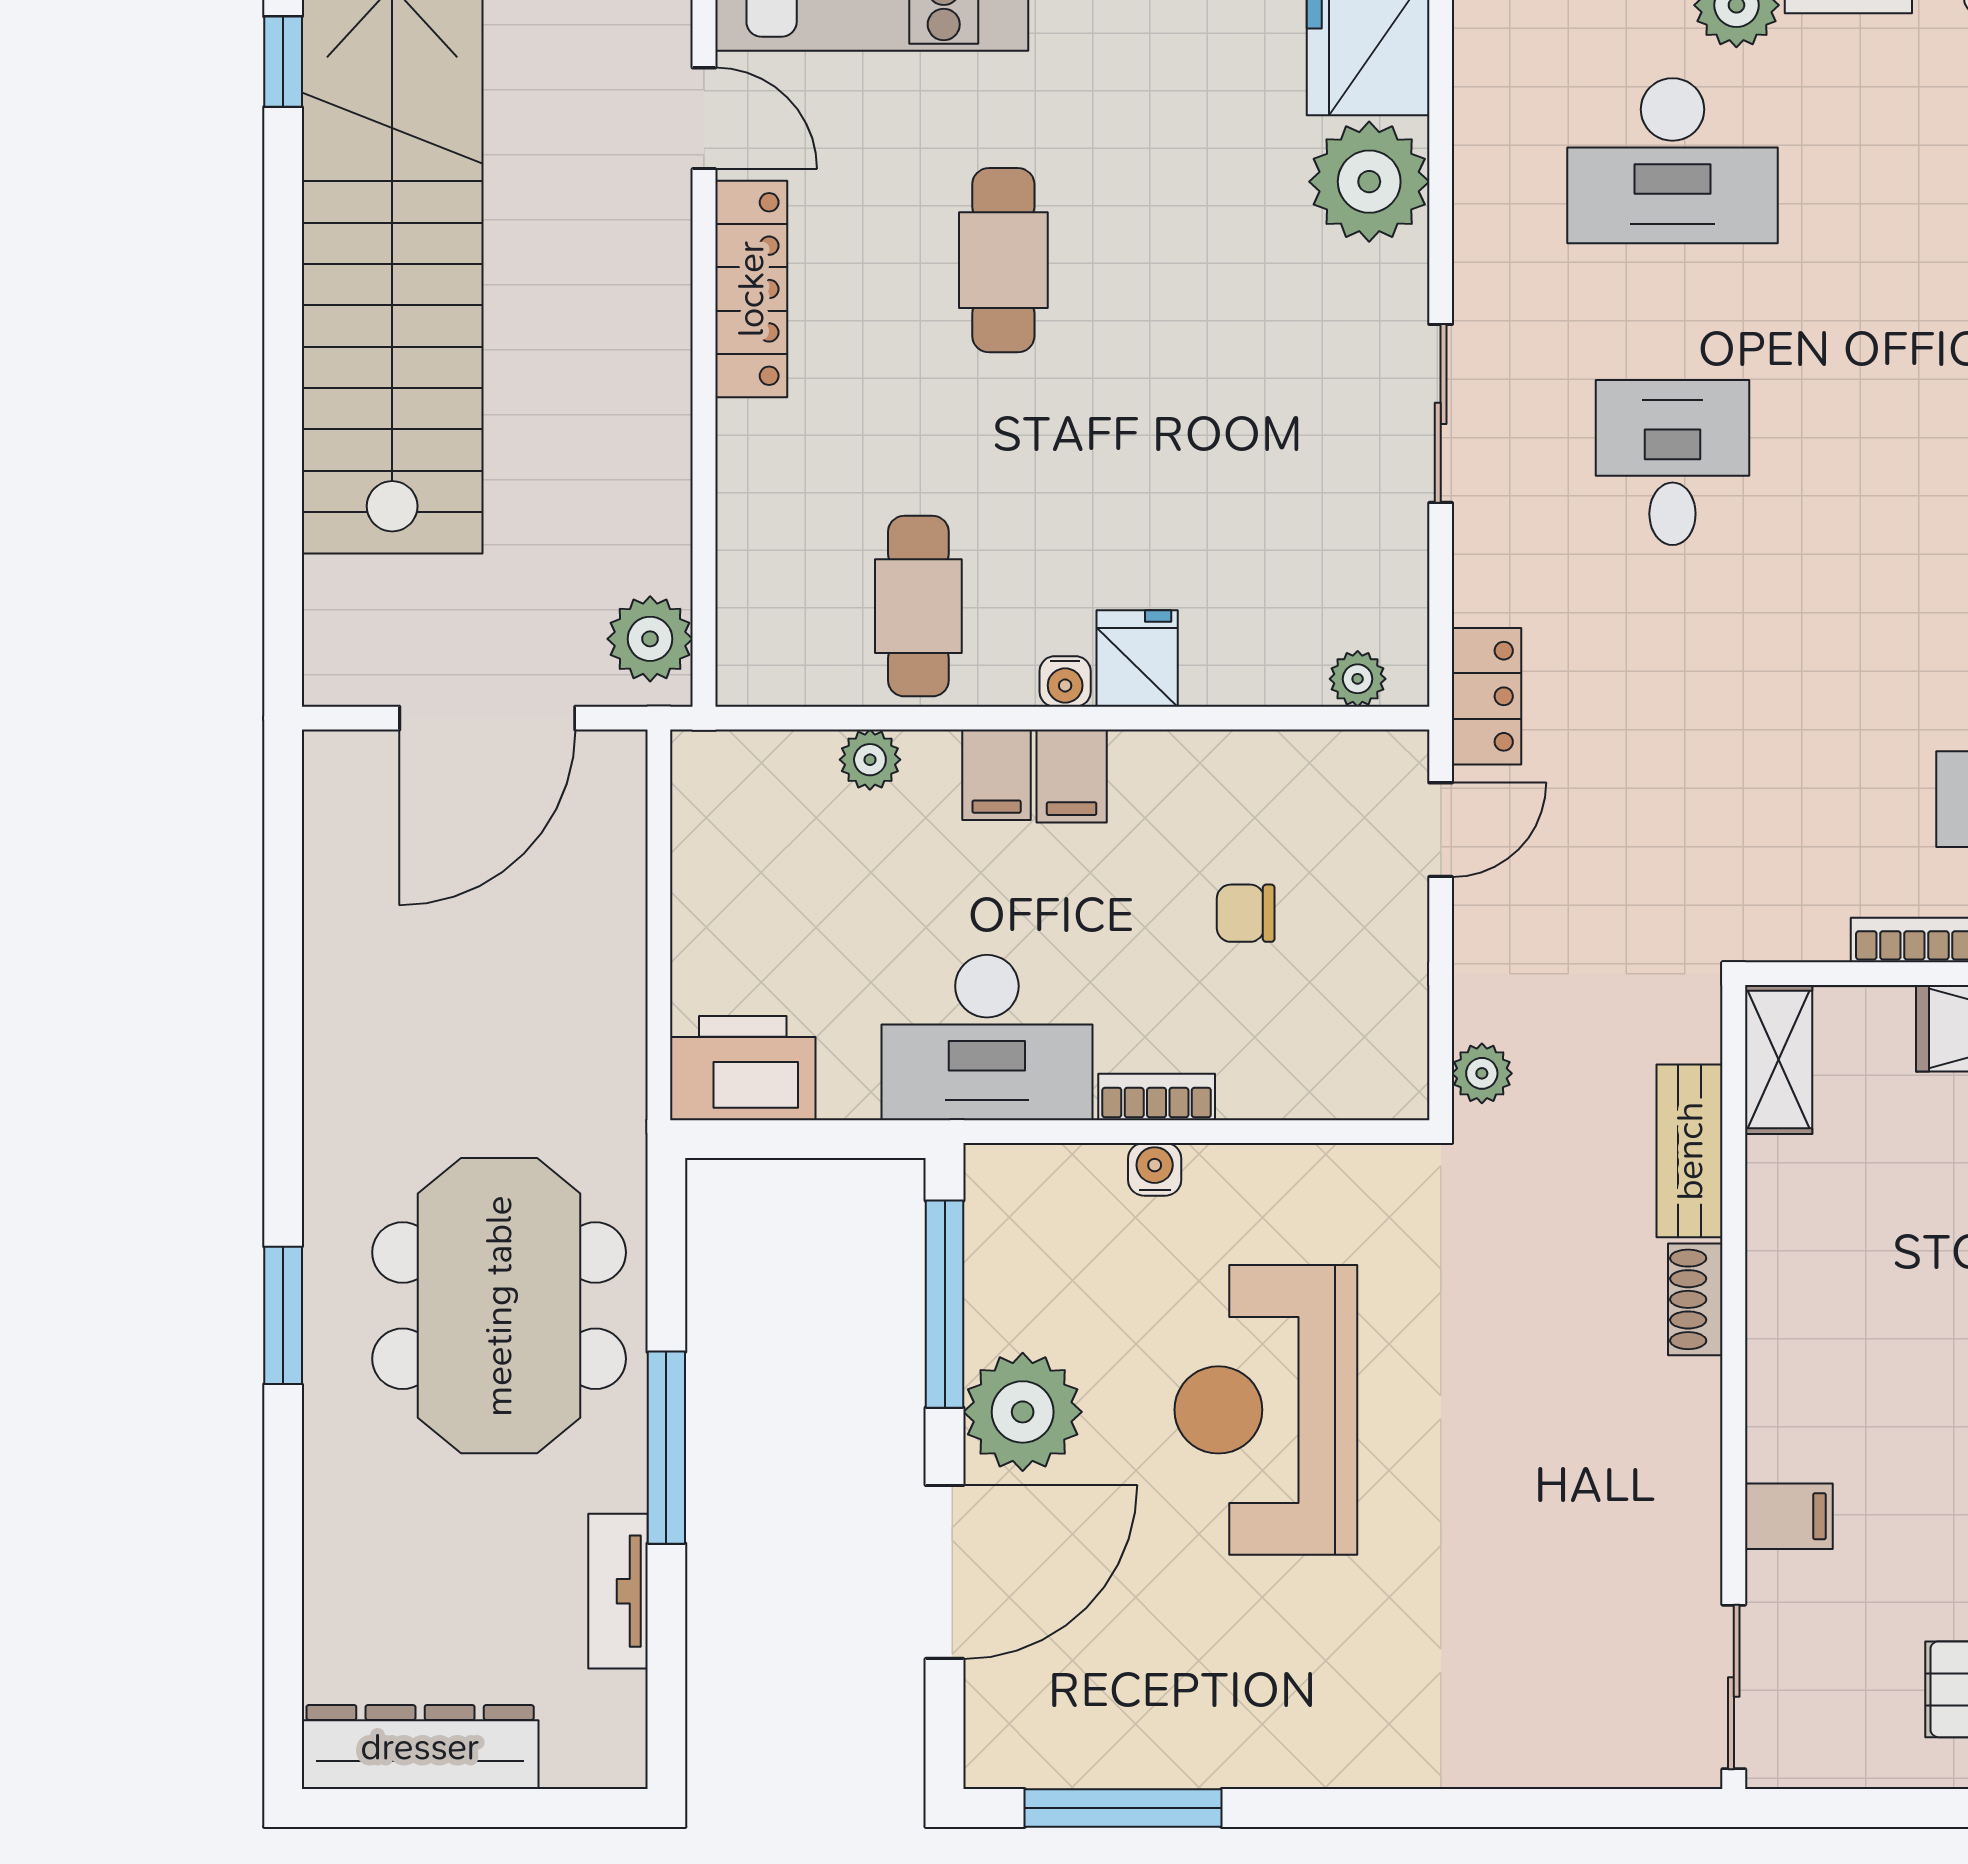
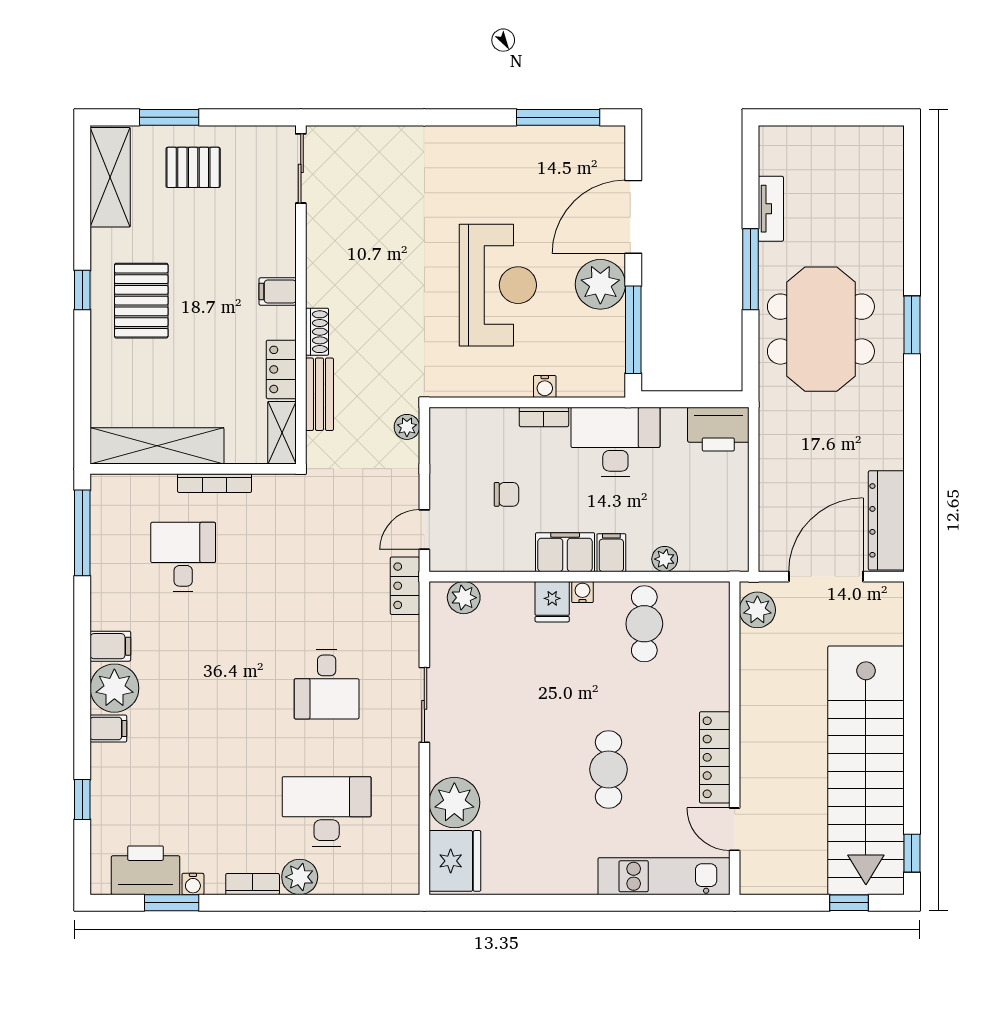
plant: (1358, 679) -> (464, 598), width x1.38, depth x1.38
filing cabinet: (1072, 776) -> (565, 552), width x2.00
locker: (1780, 1210) -> (281, 369), added
filing cabinet: (1789, 1516) -> (278, 291), moved
dresser: (420, 1747) -> (886, 520), moved, turned 90

